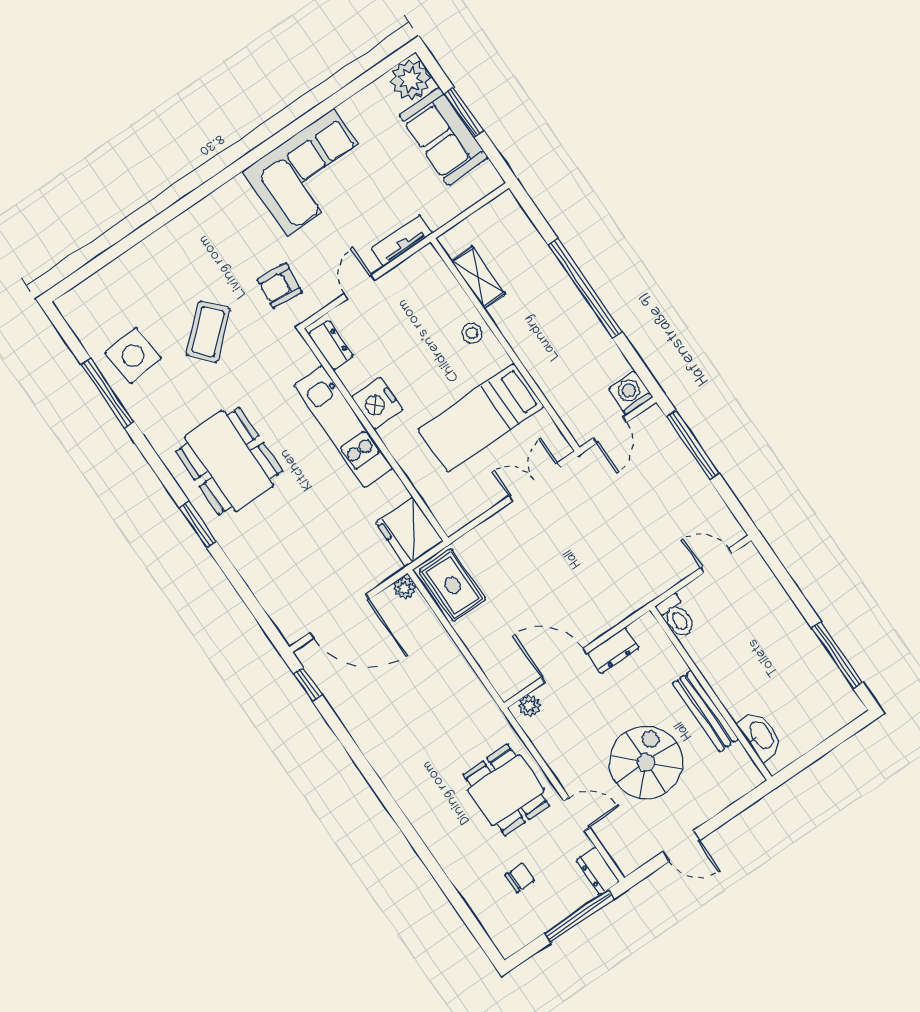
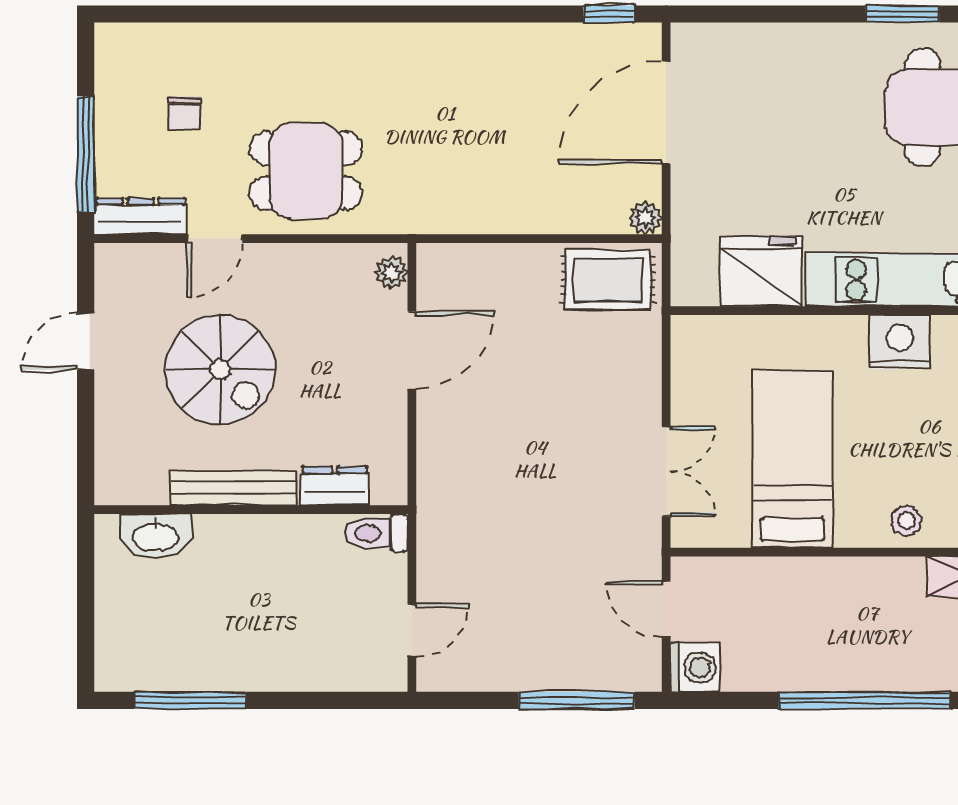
fridge: (409, 532) -> (761, 272), moved
dresser: (613, 650) -> (335, 486), moved, turned 90
dresser: (598, 871) -> (141, 216), width x1.44

